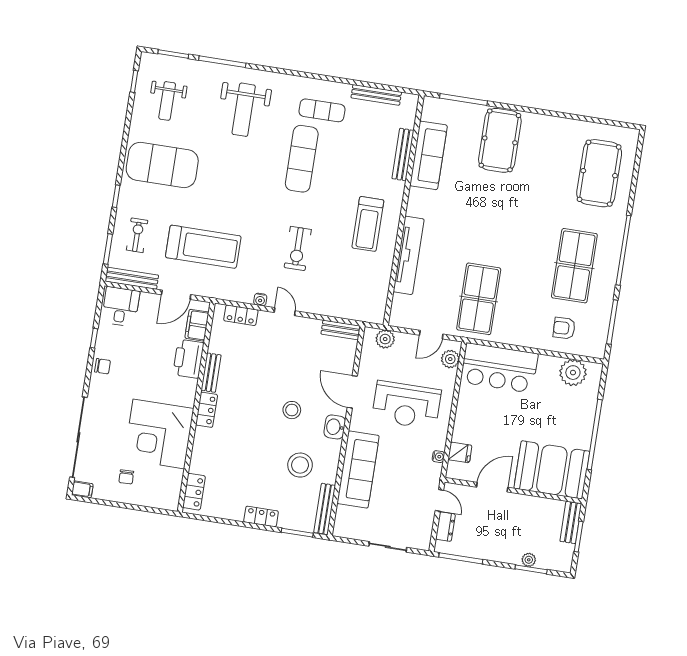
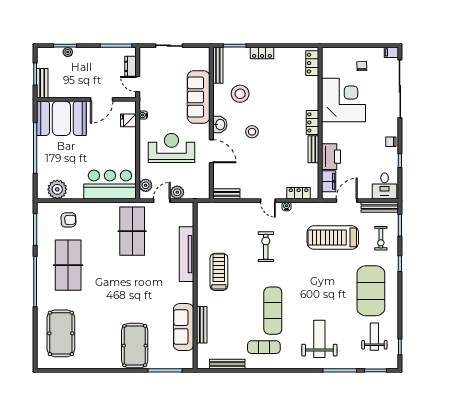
exercise mat: (162, 165) -> (371, 291), turned 90
plant: (385, 339) -> (177, 192), moved

